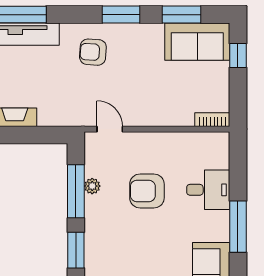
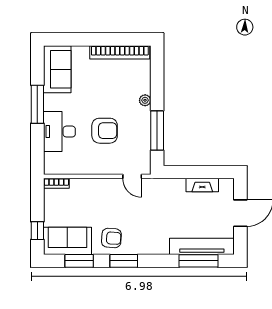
armchair: (93, 52) -> (111, 238), moved
plant: (92, 186) -> (145, 100), moved
desk: (208, 190) -> (59, 132), width x1.37
window: (76, 250) -> (157, 87), removed

